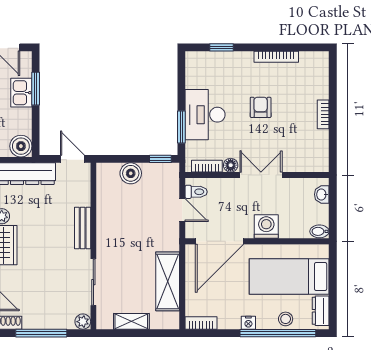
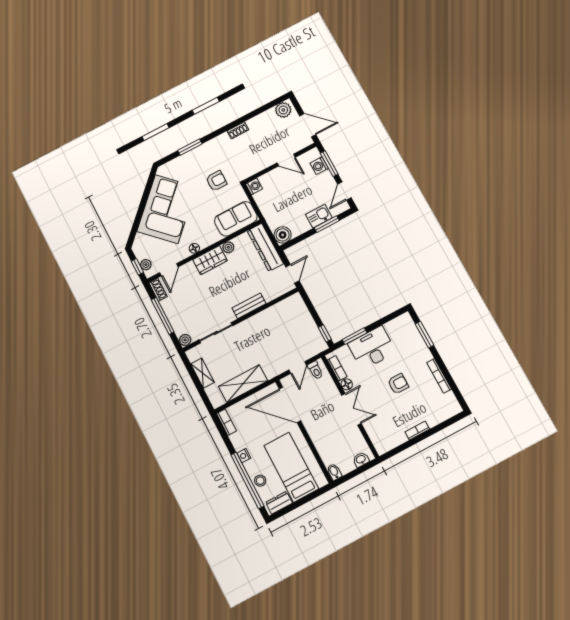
window: (221, 47) -> (424, 335), width x1.50
boiler: (131, 173) -> (304, 319), removed
washing machine: (266, 227) -> (318, 432), removed

